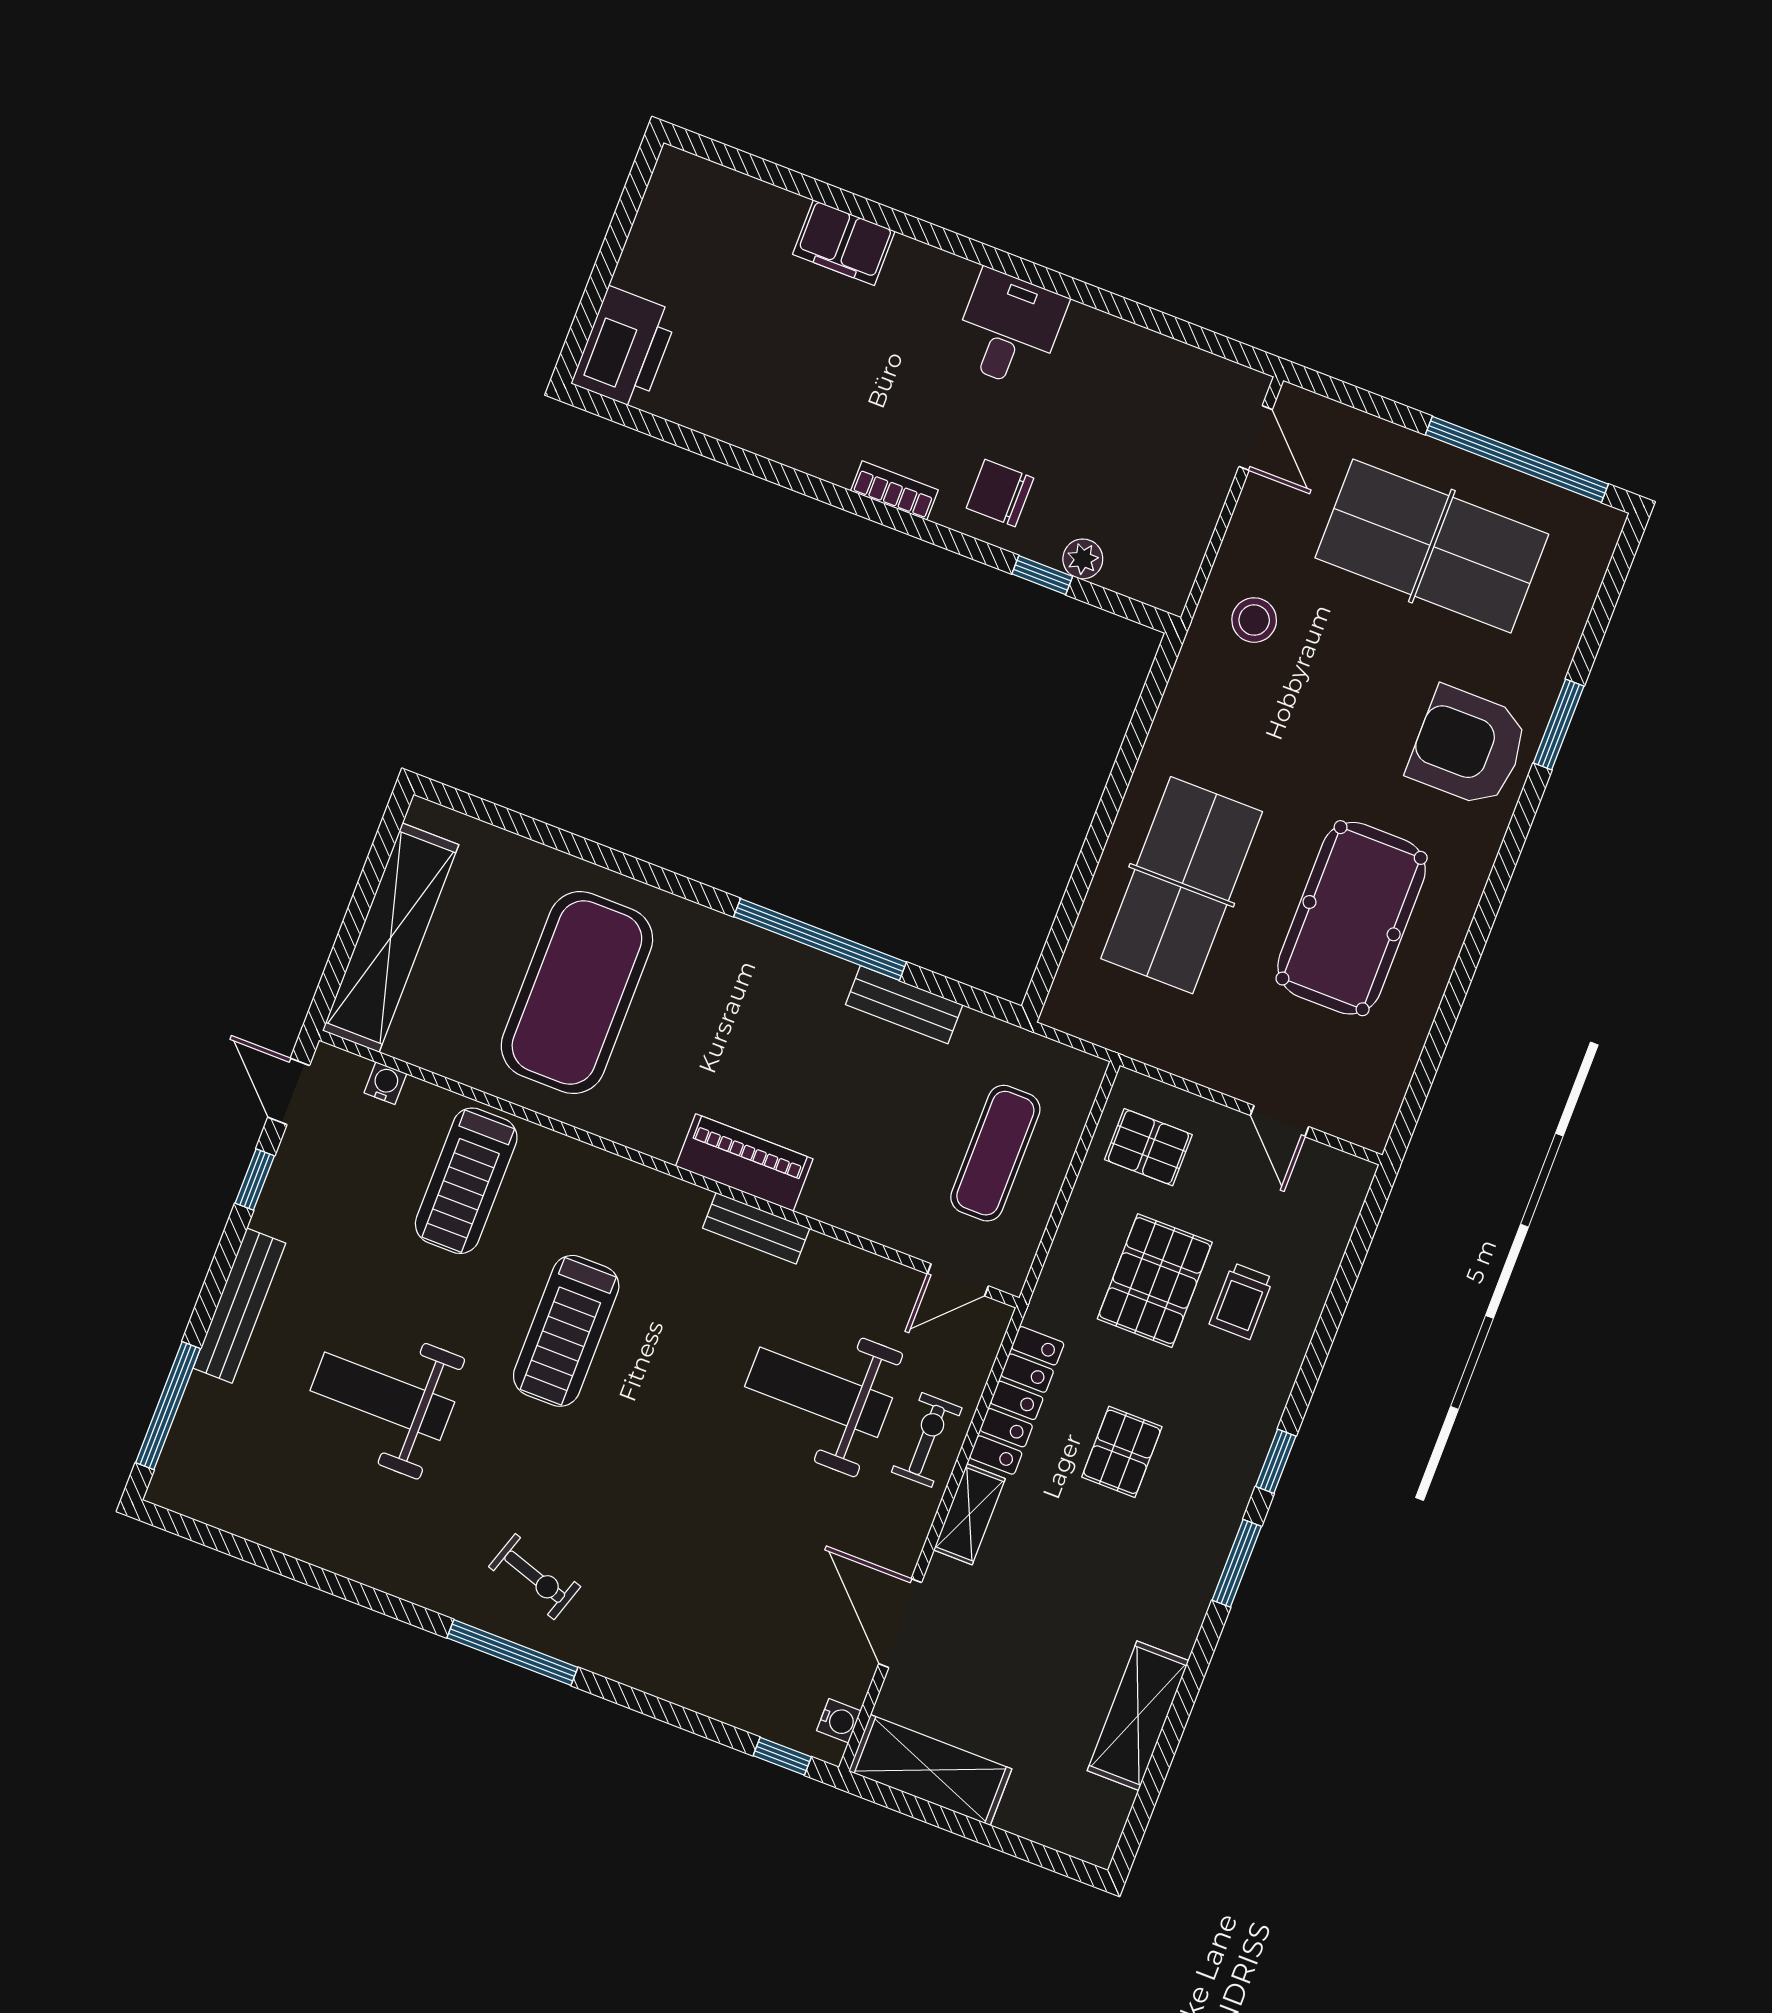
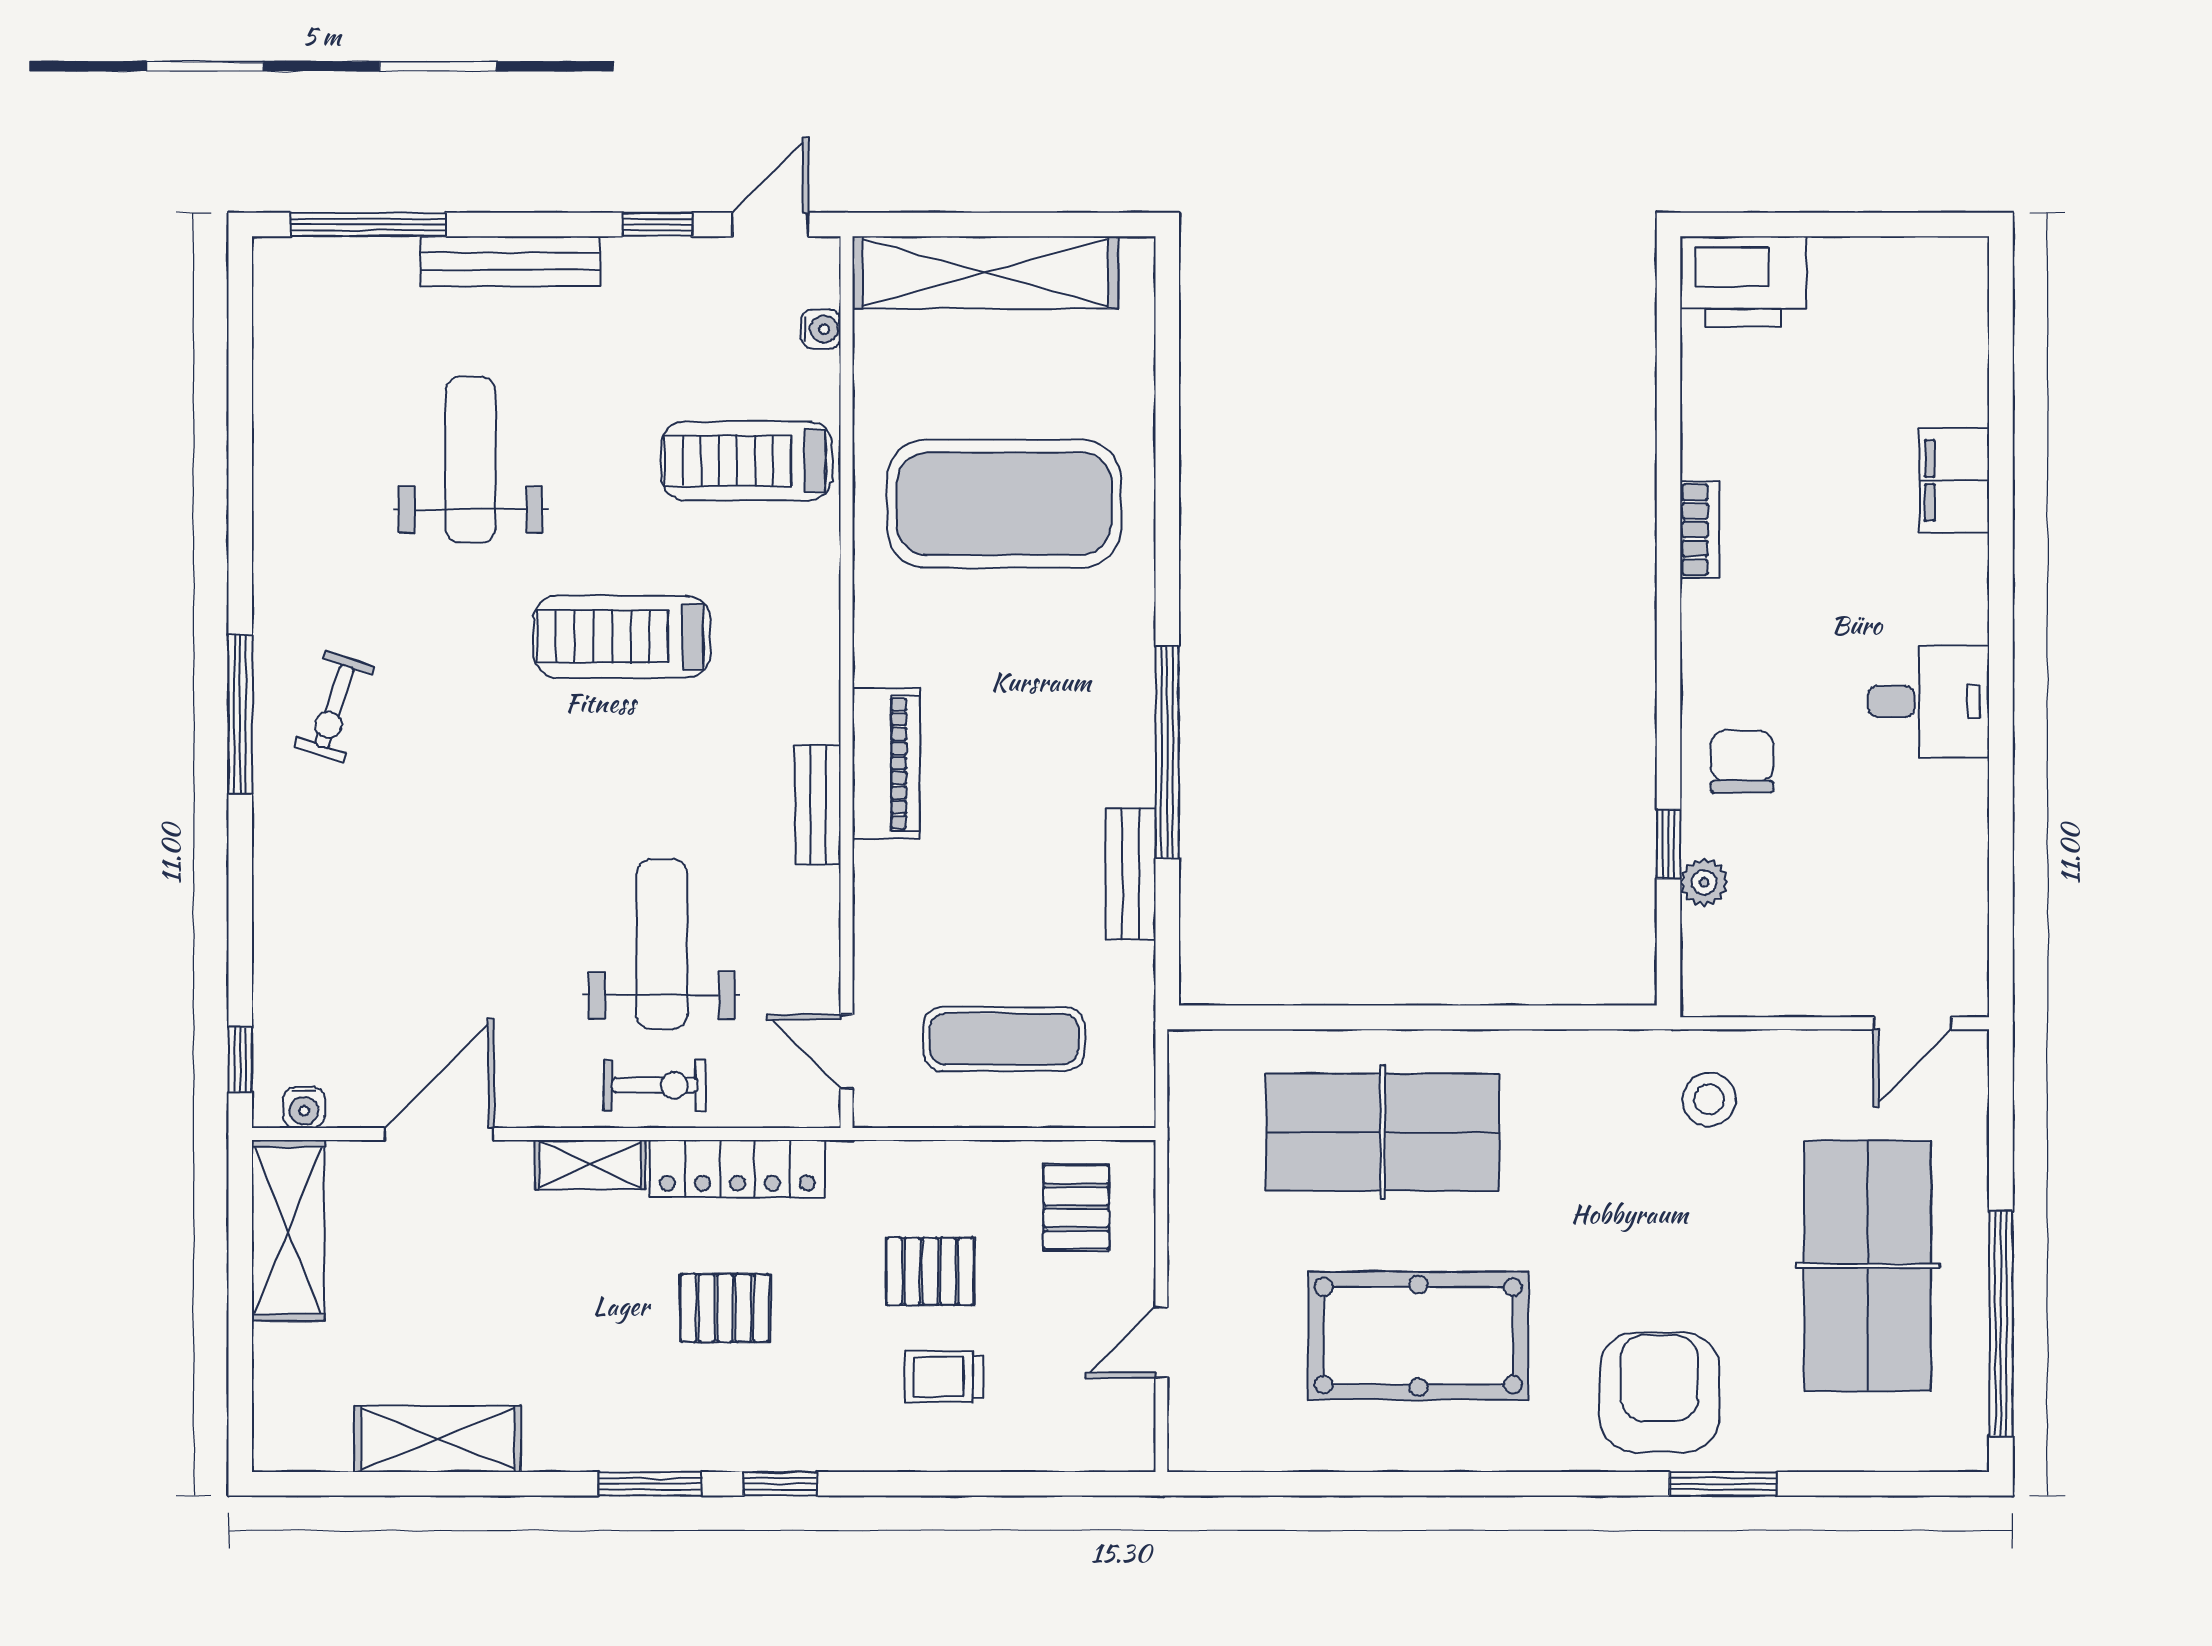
bookcase: (894, 490) -> (1700, 530), moved
pallet: (1155, 1281) -> (930, 1271), width x0.67, depth x0.71

